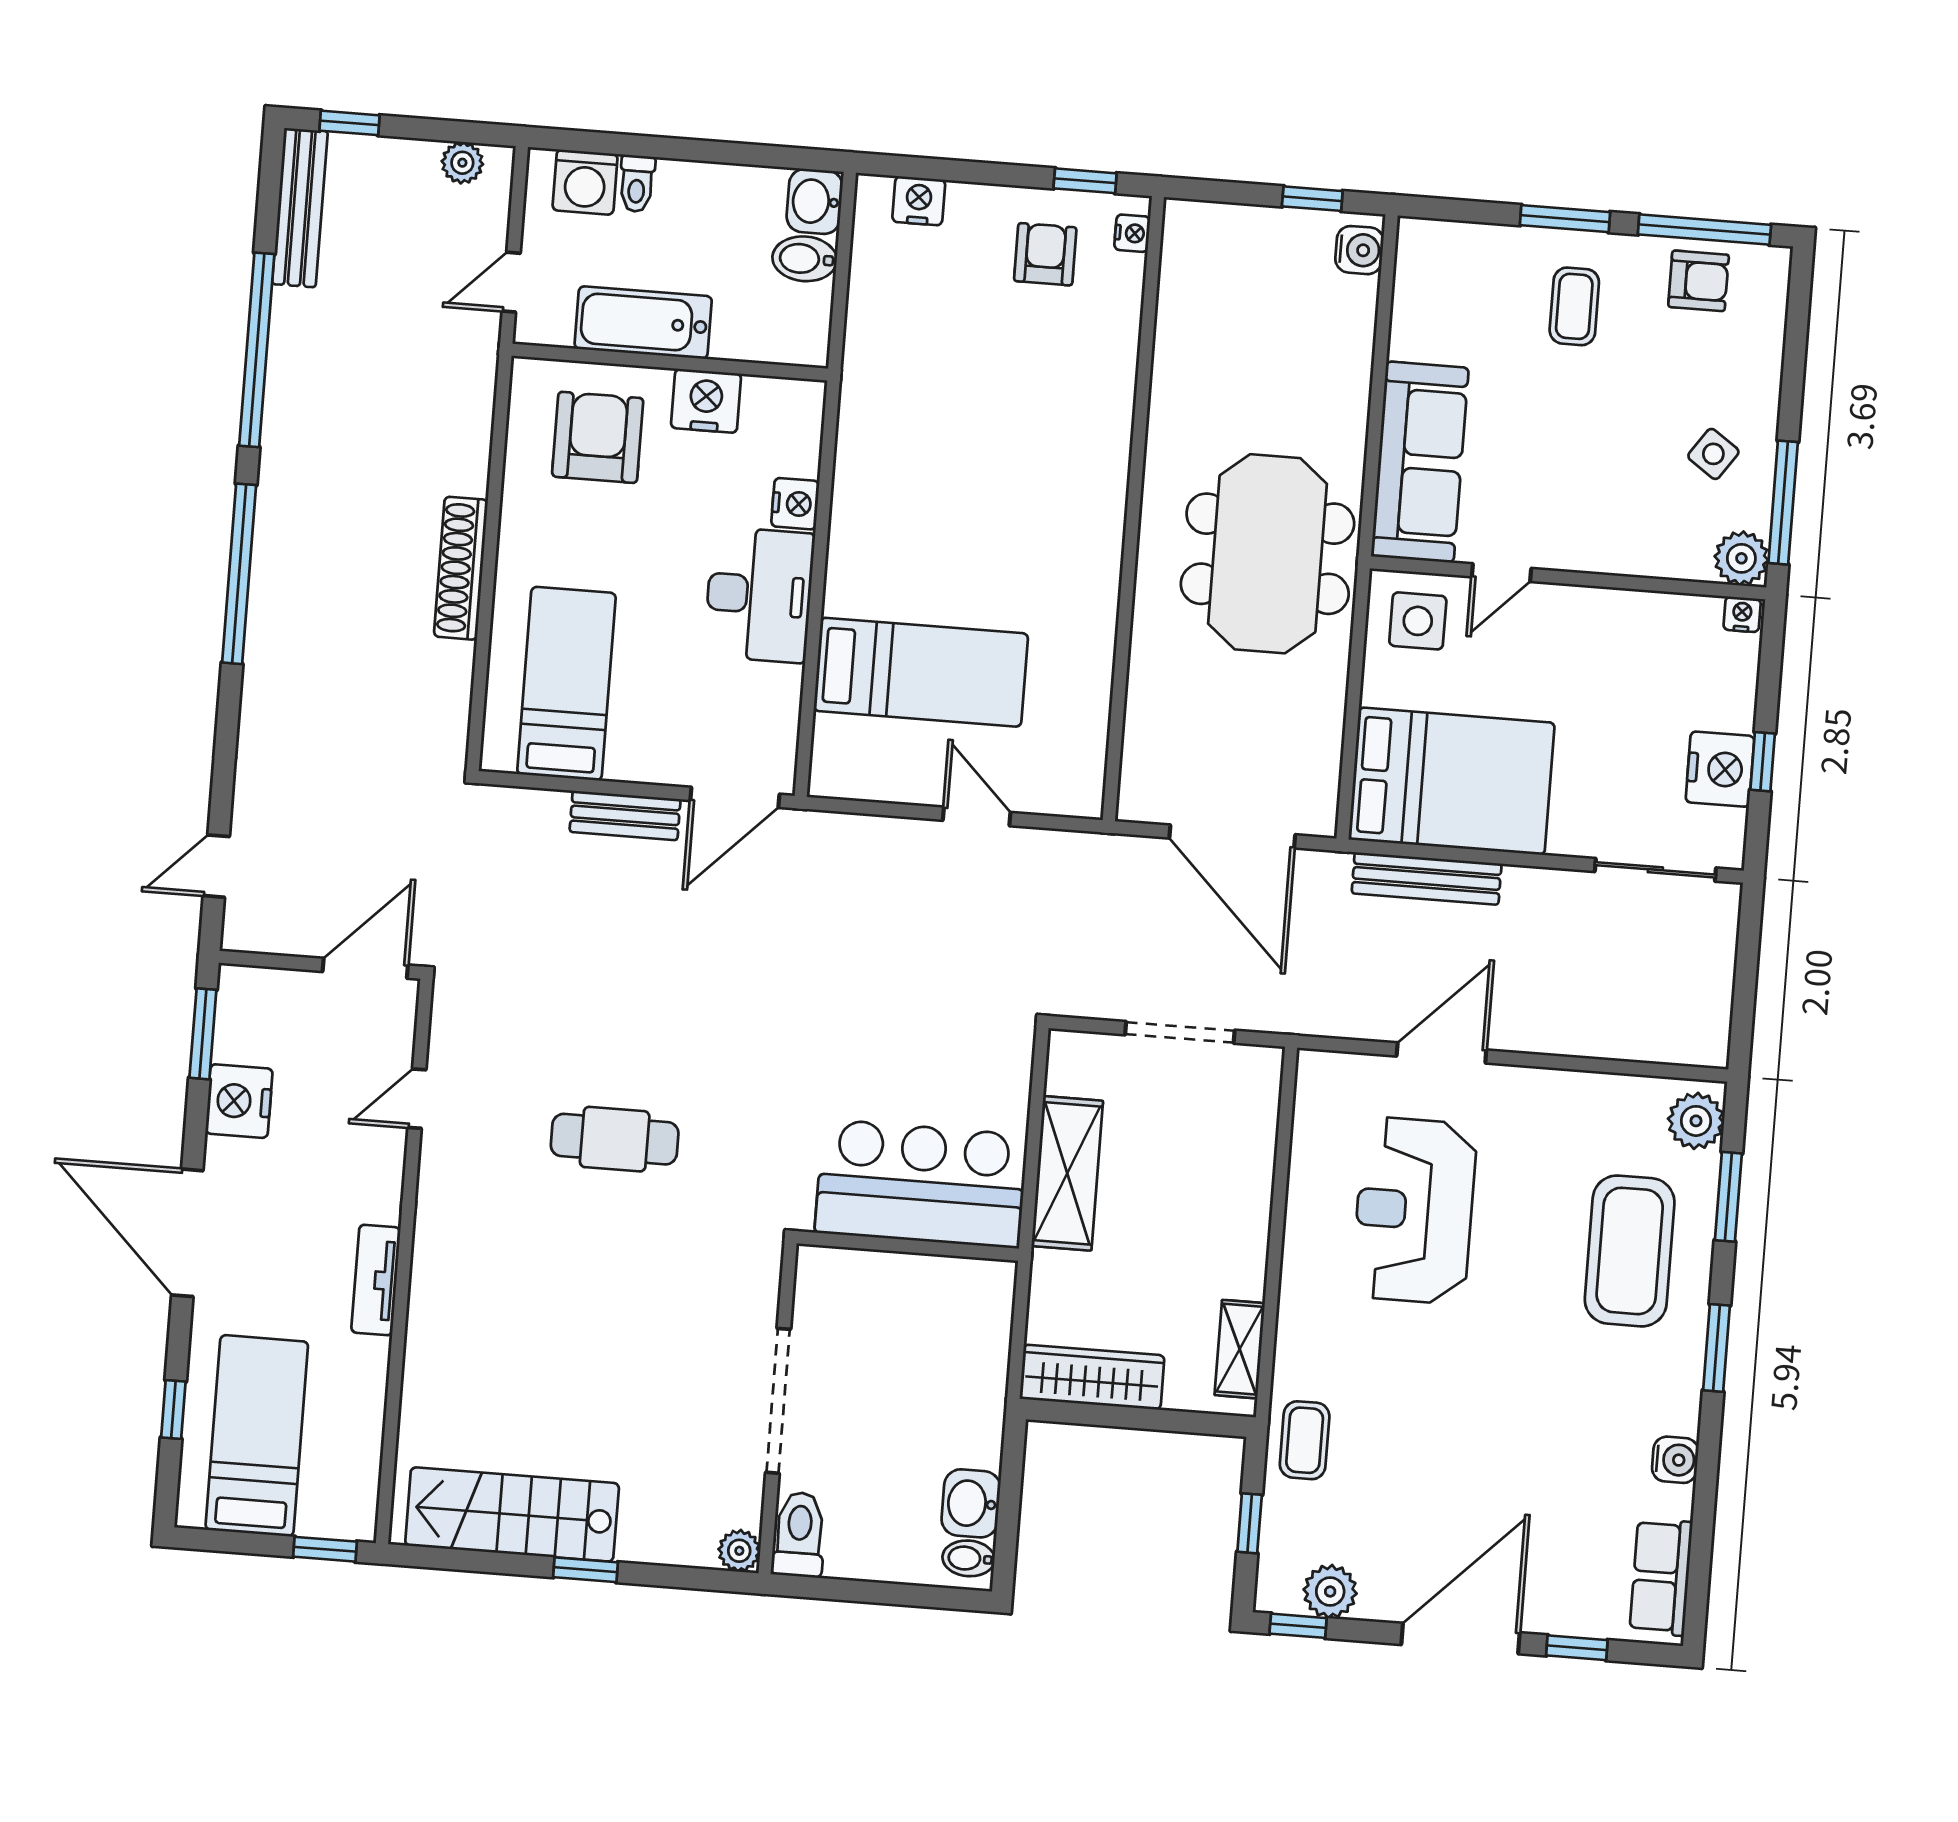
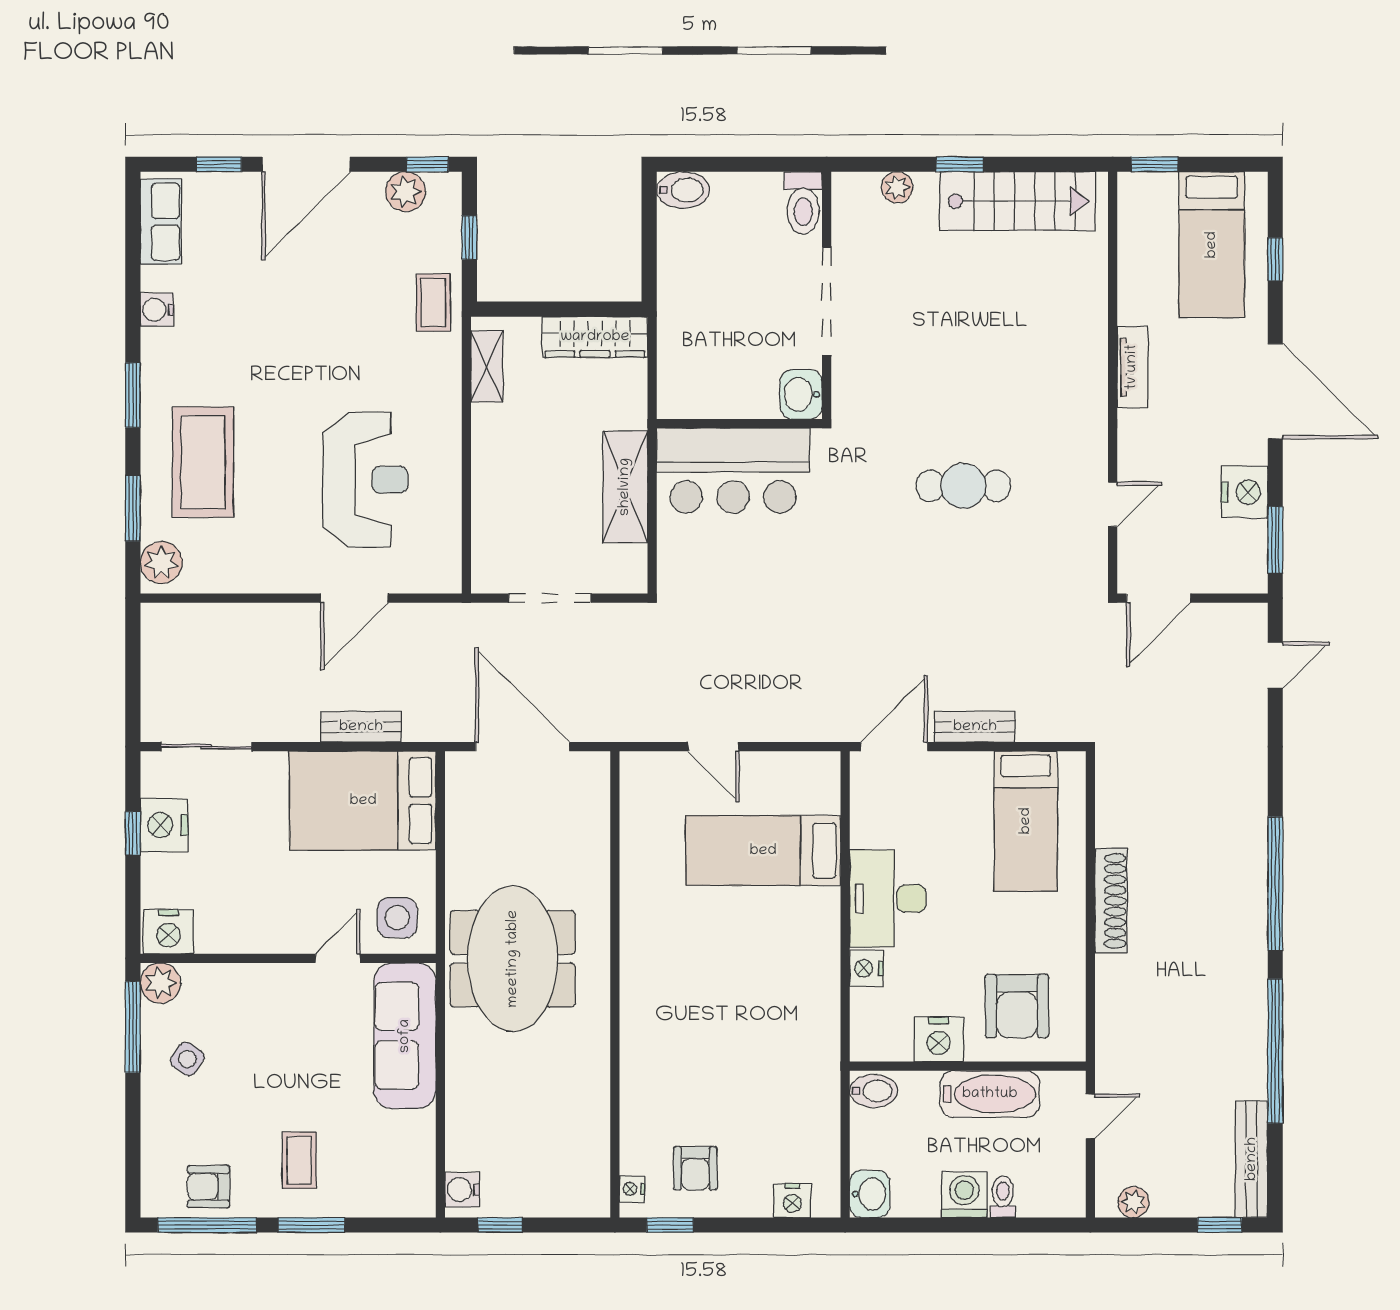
washing machine: (585, 182) -> (964, 1195), moved
bidet: (805, 259) -> (874, 1091), moved
nightstand: (1742, 614) -> (168, 932), width x1.89, depth x1.79
bench: (1427, 878) -> (361, 727), width x0.73
washbasin: (971, 1503) -> (801, 394), moved, turned 180
plant: (739, 1551) -> (897, 187), moved
bidet: (969, 1558) -> (683, 190), width x1.38, depth x1.36

